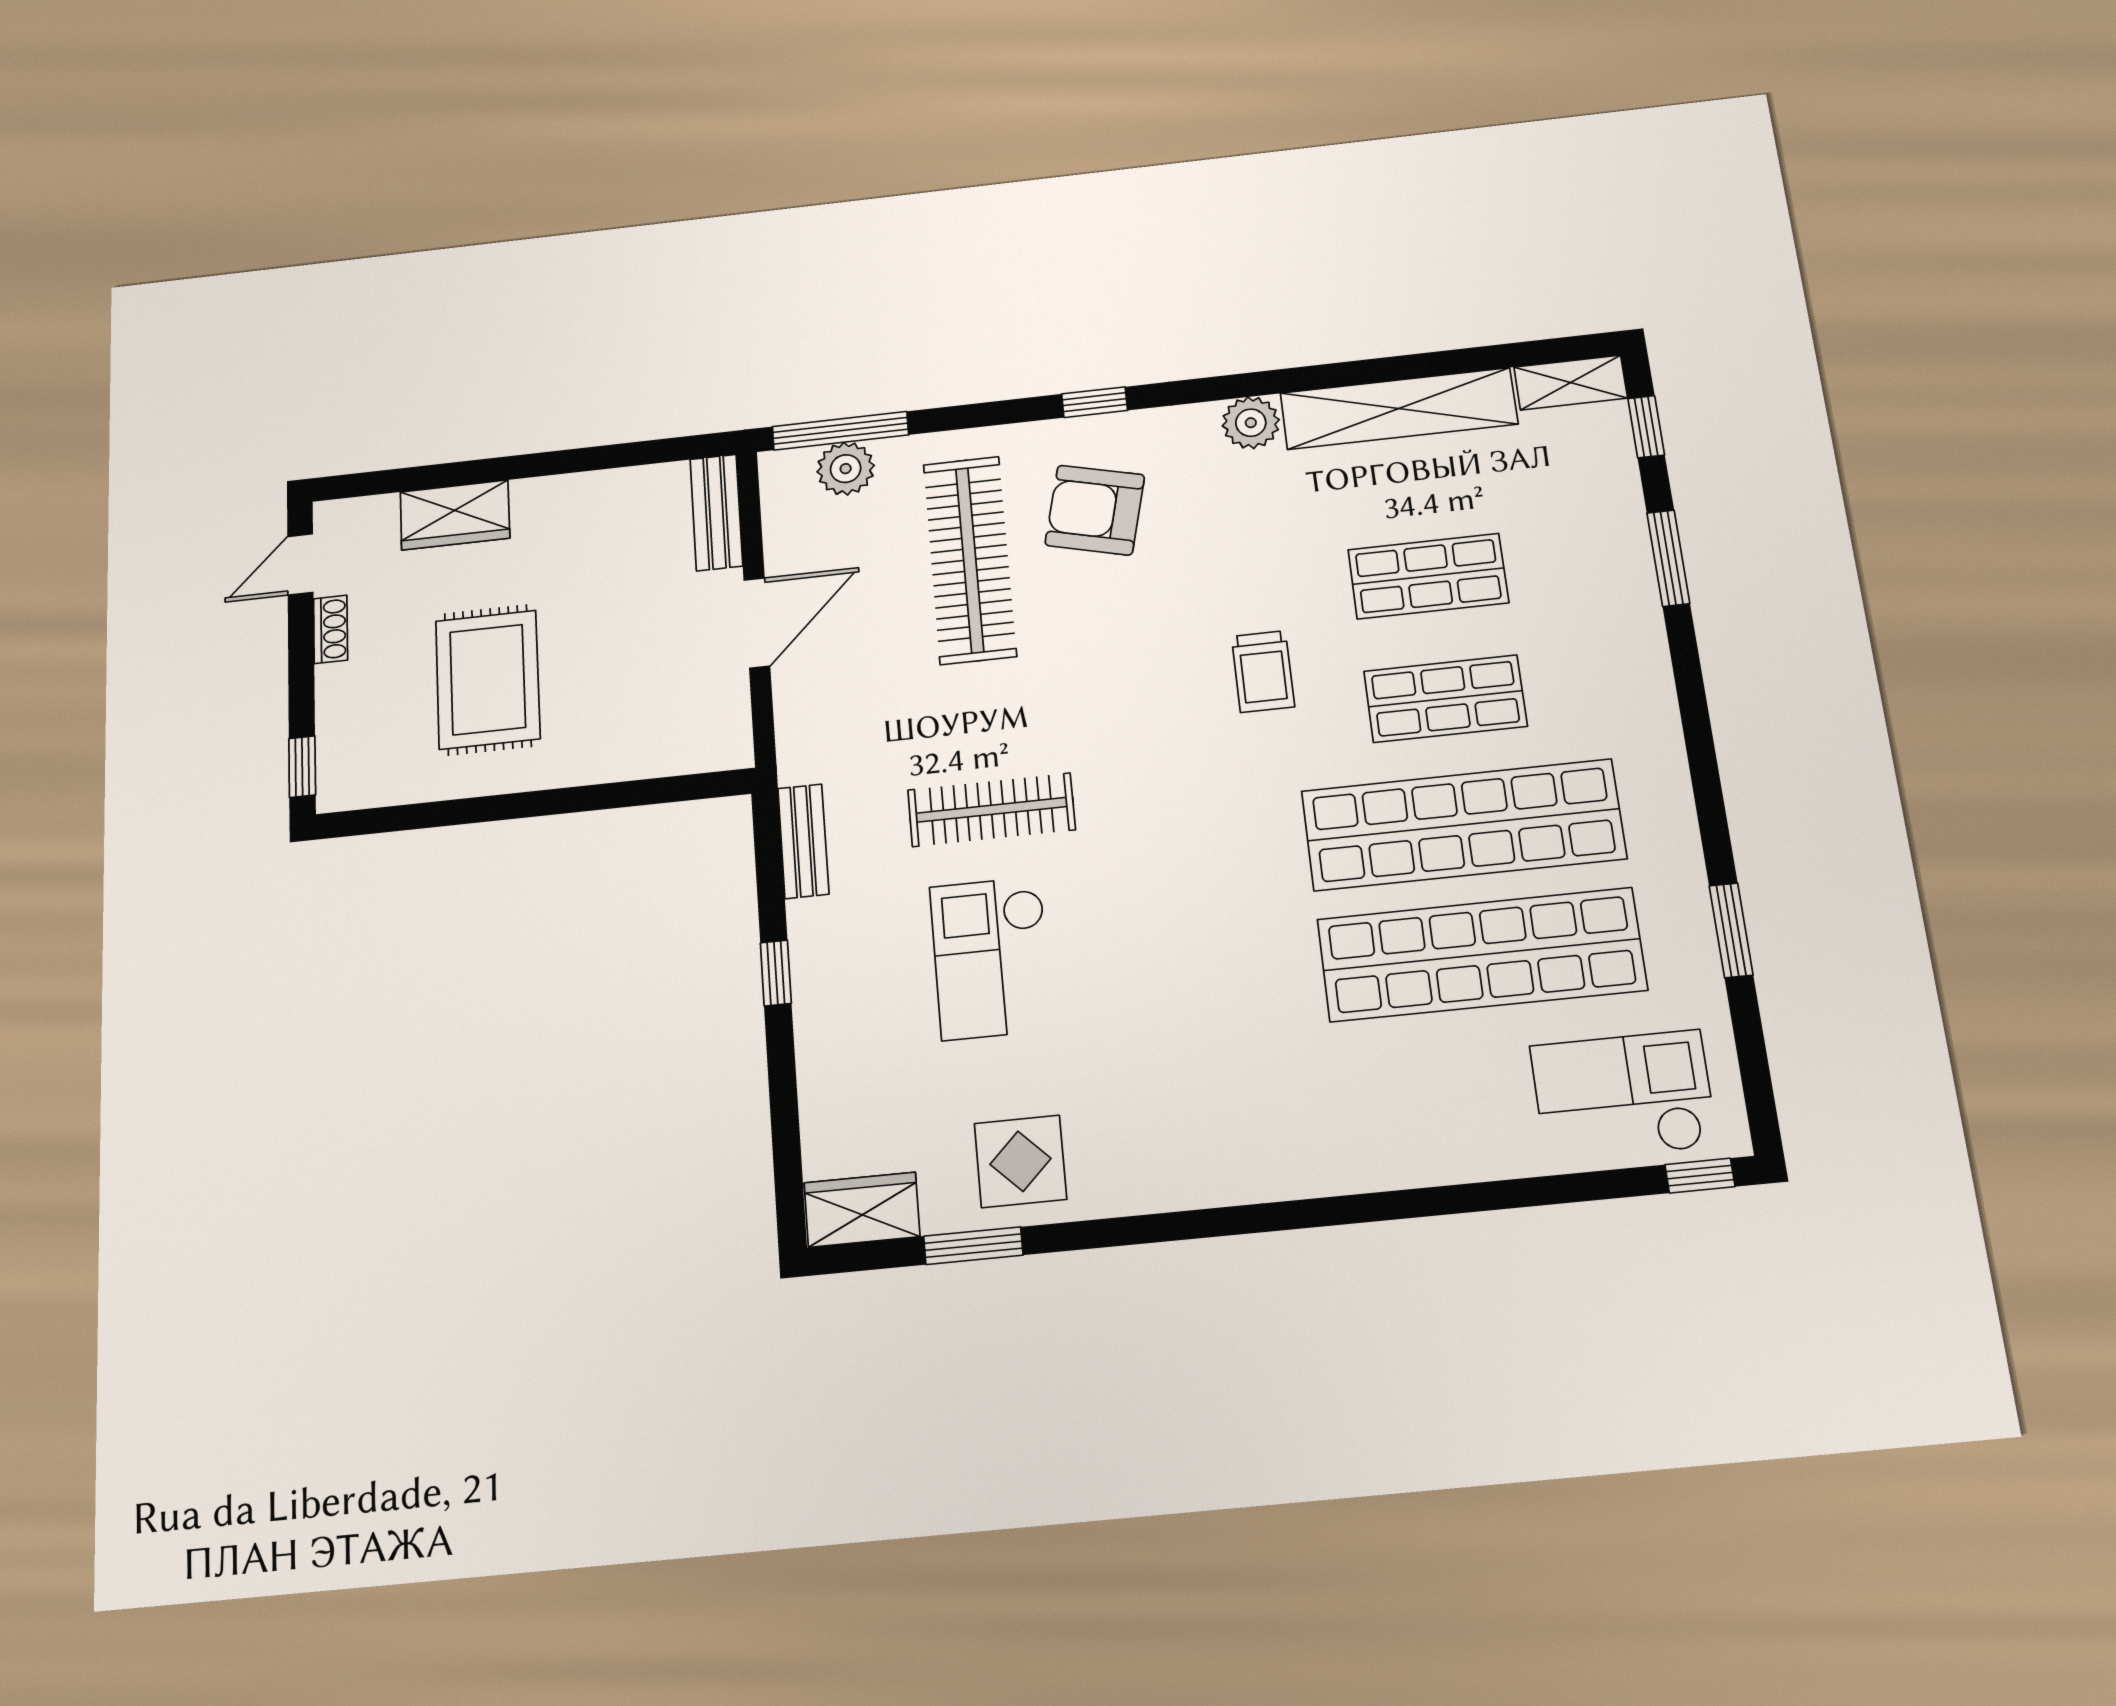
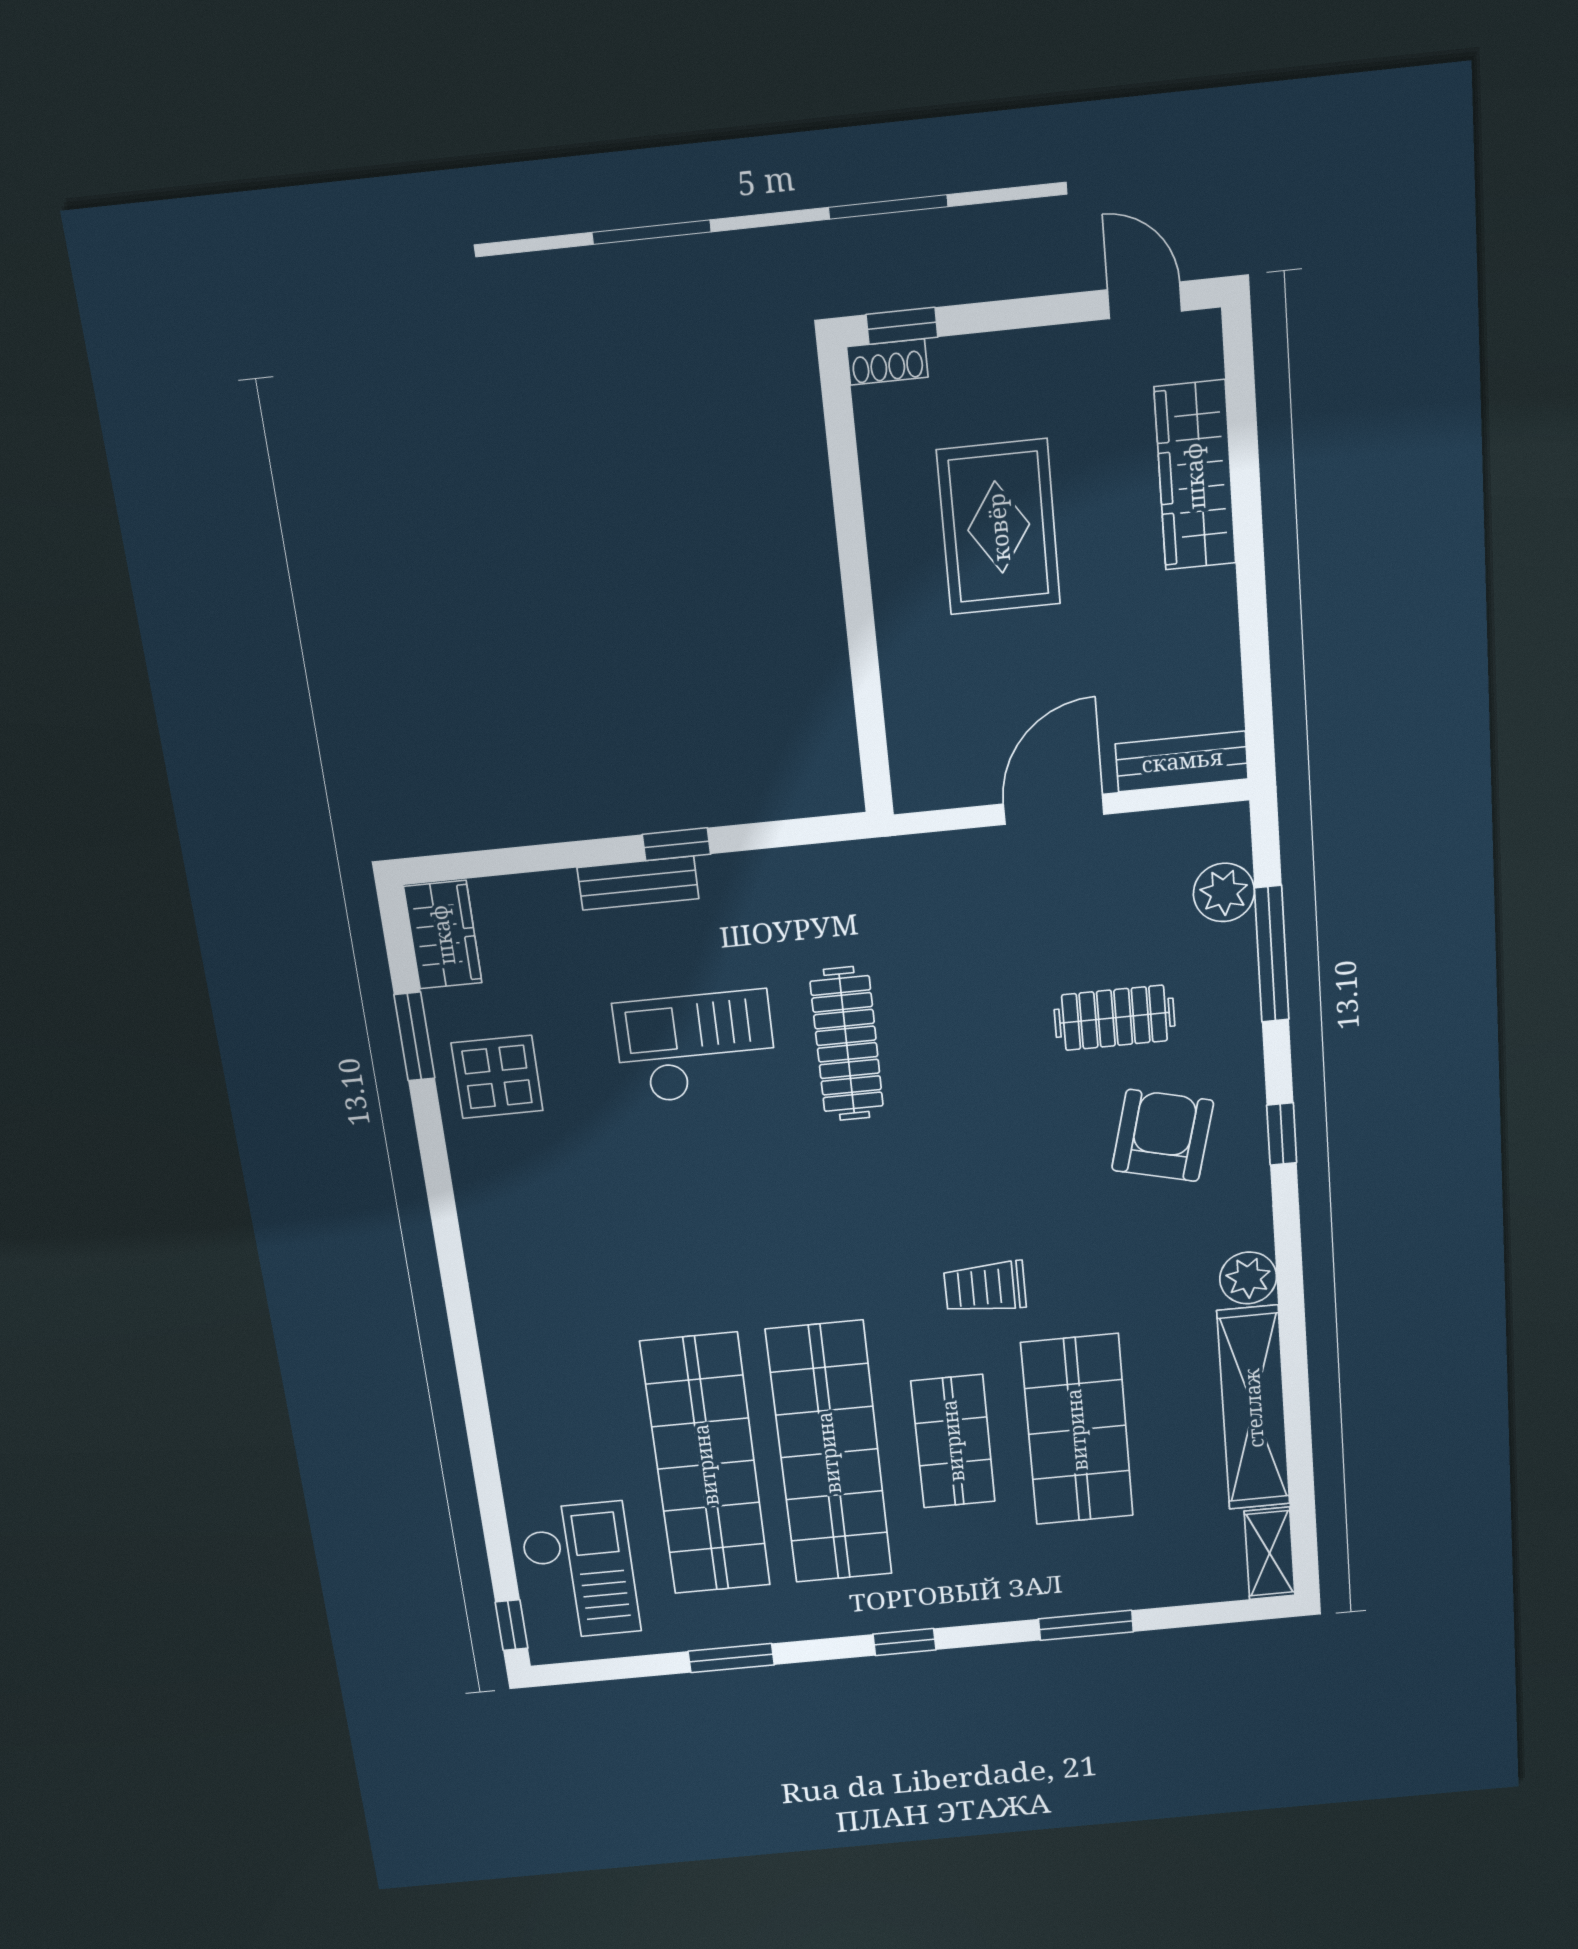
window: (1646, 427) -> (904, 1642), moved
window: (840, 431) -> (1272, 954), moved
wardrobe: (455, 515) -> (1195, 476), width x1.50
clothes rail: (970, 560) -> (1115, 1018), width x0.54, depth x0.76
shop shelf: (1428, 576) -> (1077, 1430), width x1.43, depth x1.36
door: (757, 623) -> (1054, 809), swing flipped
shoe rack: (331, 629) -> (887, 362), moved
rug: (488, 680) -> (999, 527), turned 90
bench: (803, 841) -> (638, 883), moved

